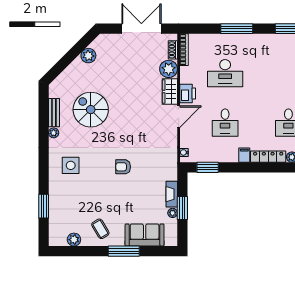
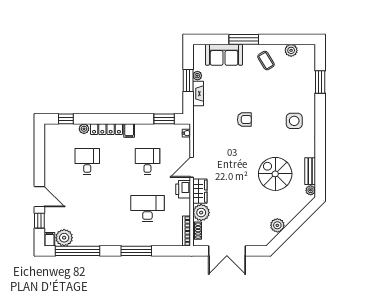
spiral stairs: (91, 110) -> (275, 174), turned 180
plant: (54, 133) -> (311, 190), moved

